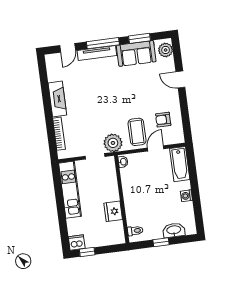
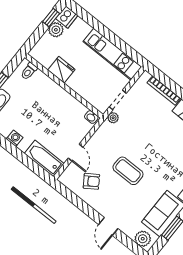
door: (180, 80) -> (108, 227), swing flipped
armchair: (163, 120) -> (91, 181), turned 56
coffee table: (137, 132) -> (128, 171), moved
plant: (113, 143) -> (113, 118), width x0.53, depth x0.53
plant: (92, 241) -> (56, 30), added

